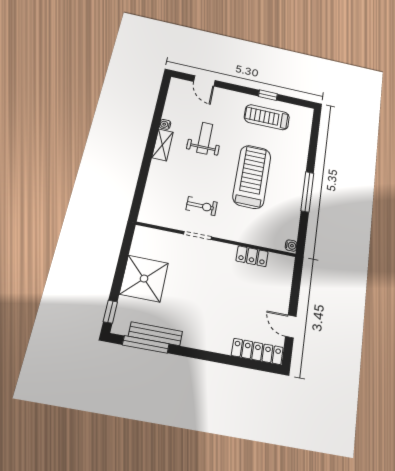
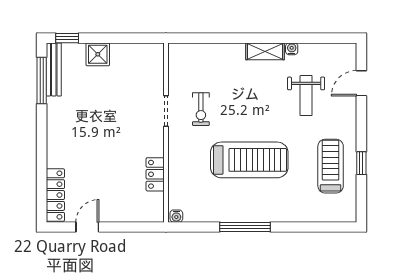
weight bench: (205, 138) -> (306, 96), moved, turned 90
shower: (144, 279) -> (98, 54), width x0.54, depth x0.54
bench: (155, 334) -> (54, 69), moved

